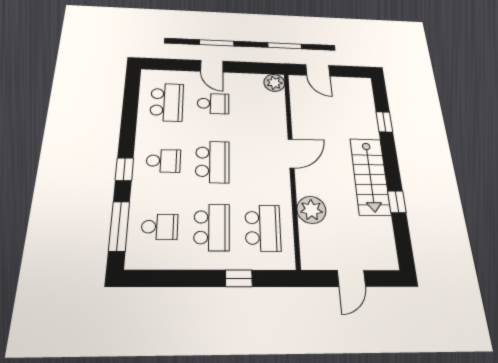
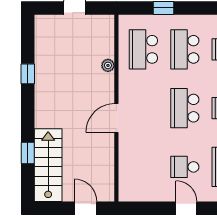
plant: (274, 83) -> (128, 192), removed
stairs: (370, 176) -> (48, 165), moved
plant: (311, 210) -> (108, 65), width x0.53, depth x0.53

